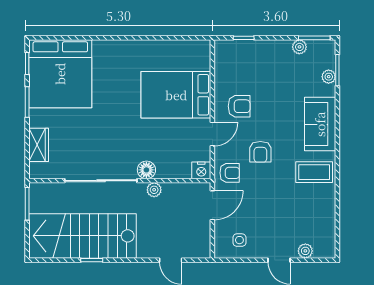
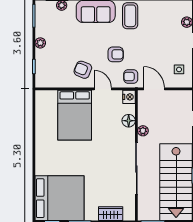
plant: (299, 47) -> (40, 43), moved
armchair: (239, 106) -> (83, 70), turned -68
floor lamp: (146, 170) -> (129, 121), moved
armchair: (230, 173) -> (131, 77), turned -90

